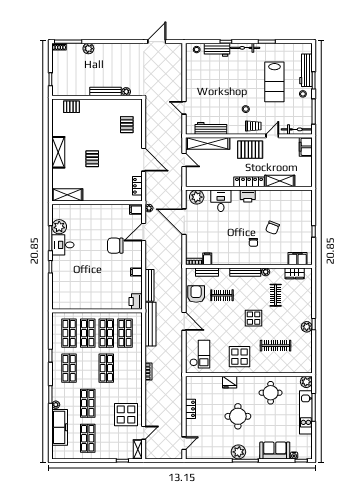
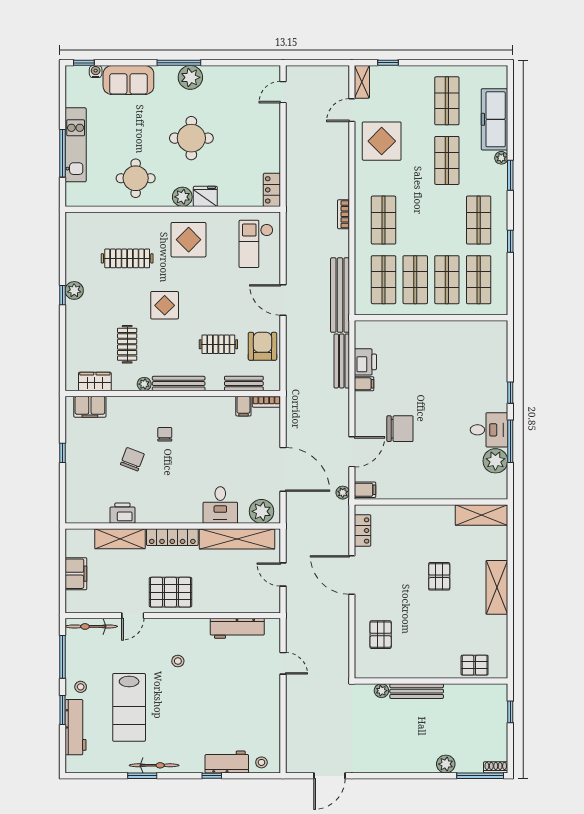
bicycle: (245, 48) -> (154, 765), moved
lab bench: (274, 82) -> (129, 707), turned 180
trolley: (253, 126) -> (165, 632), removed
shelving: (208, 143) -> (237, 539), moved
filing cabinet: (306, 147) -> (76, 574), moved
printer: (248, 196) -> (122, 513), moved
armchair: (196, 294) -> (263, 346), turned 180
printer: (136, 302) -> (365, 362), moved
shop shelf: (106, 368) -> (384, 220), moved
plant: (306, 382) -> (182, 197), moved
locker: (191, 409) -> (272, 190), moved

